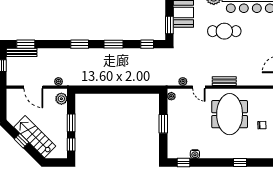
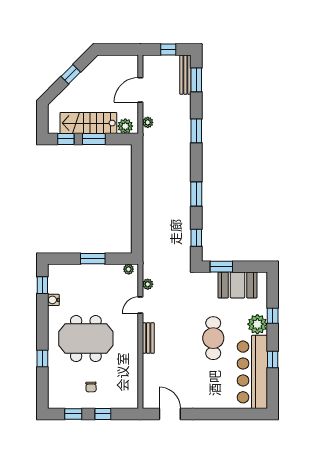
window: (80, 44) -> (196, 131), moved
meeting table: (230, 114) -> (86, 339), moved
stairs: (35, 137) -> (88, 123), moved, turned -135

